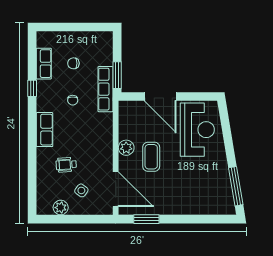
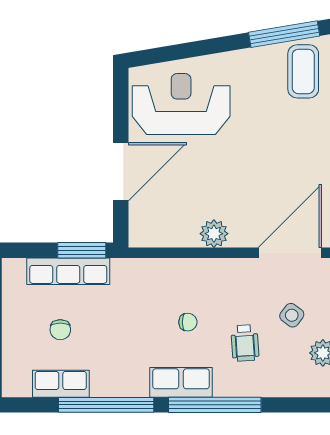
window: (32, 88) -> (106, 405), width x3.17
row of seats: (106, 89) -> (68, 271), moved
chair: (73, 100) -> (188, 322), moved
window: (32, 148) -> (215, 405), added
coffee table: (151, 157) -> (303, 71), moved, turned 90

